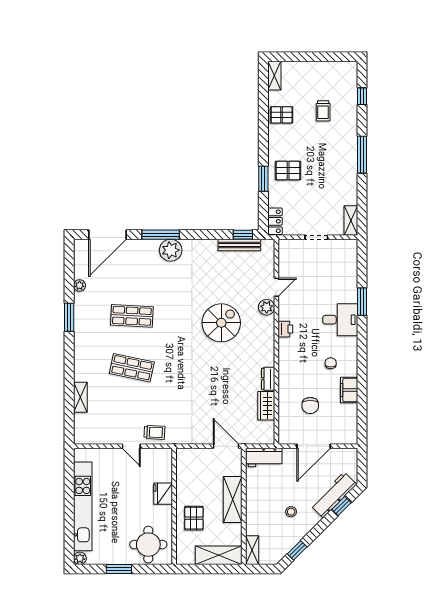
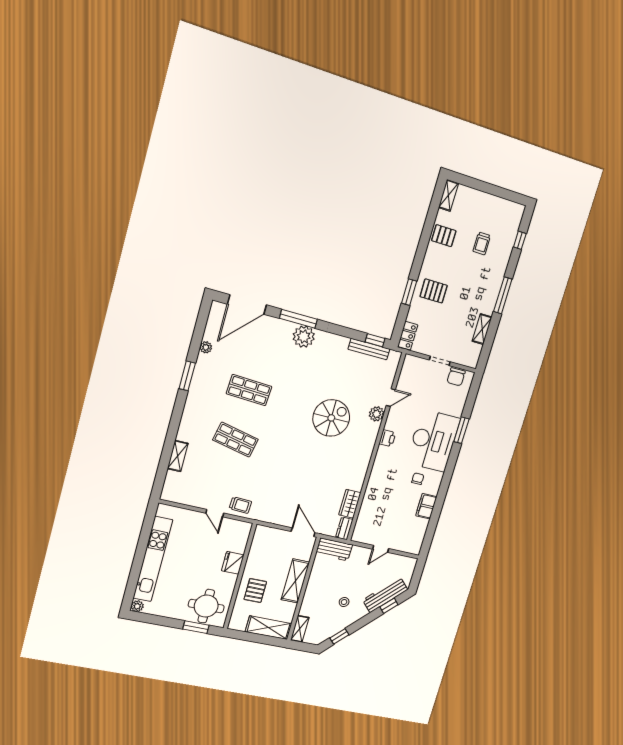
shelving: (351, 221) -> (482, 329), moved
desk: (340, 320) -> (433, 441), width x1.87, depth x1.30
dresser: (268, 379) -> (344, 528), moved
chair: (310, 406) -> (456, 377), moved
door: (314, 446) -> (381, 549), width x0.53
window: (119, 569) -> (196, 627), moved

